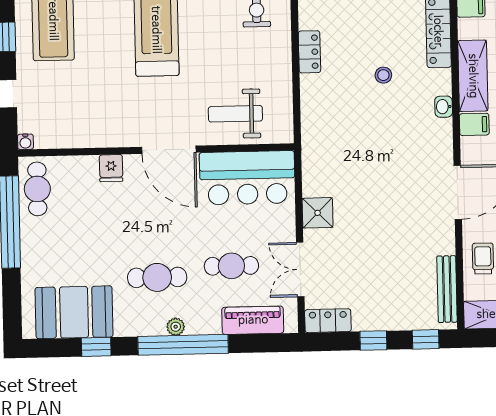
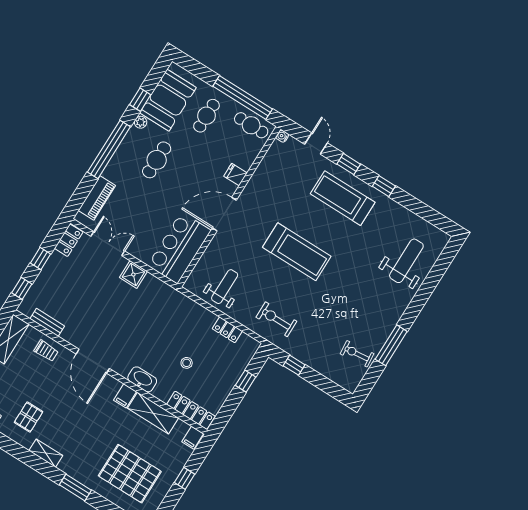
washbasin: (444, 107) -> (142, 379), width x1.91, depth x1.45
weight bench: (235, 114) -> (225, 287), moved
cafe table: (231, 266) -> (206, 116), moved
bench: (447, 289) -> (47, 322), width x0.73
plant: (176, 327) -> (141, 122), moved

